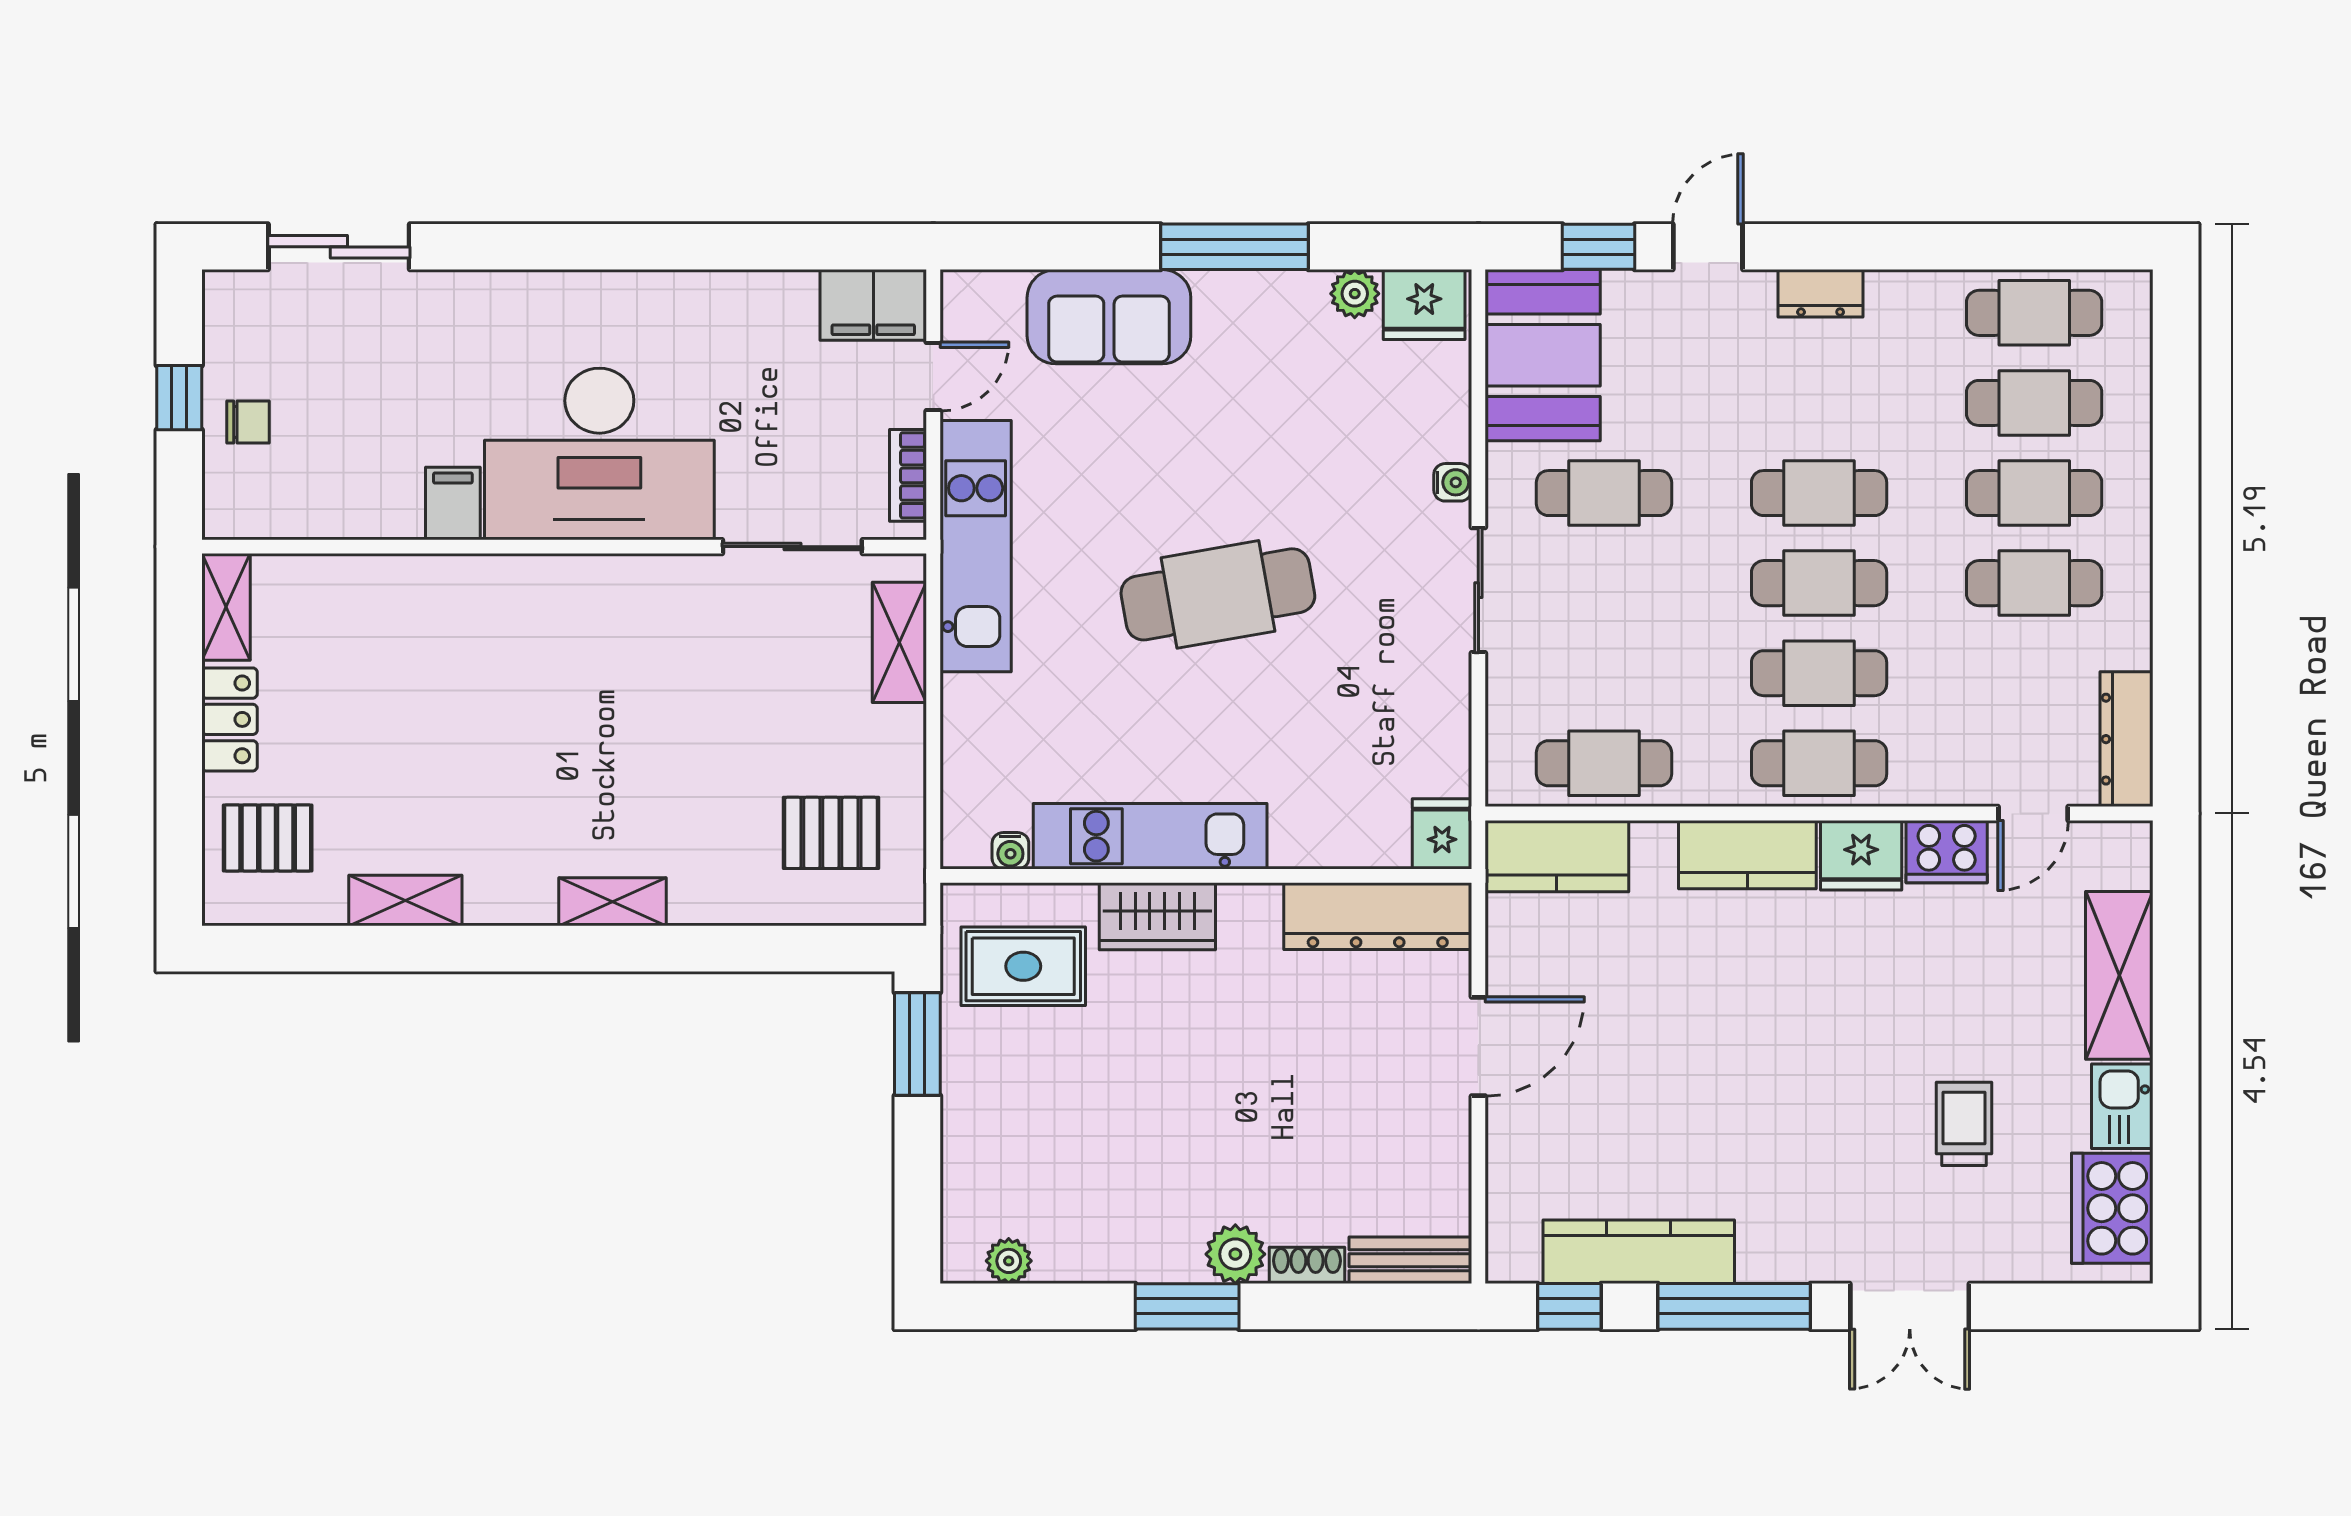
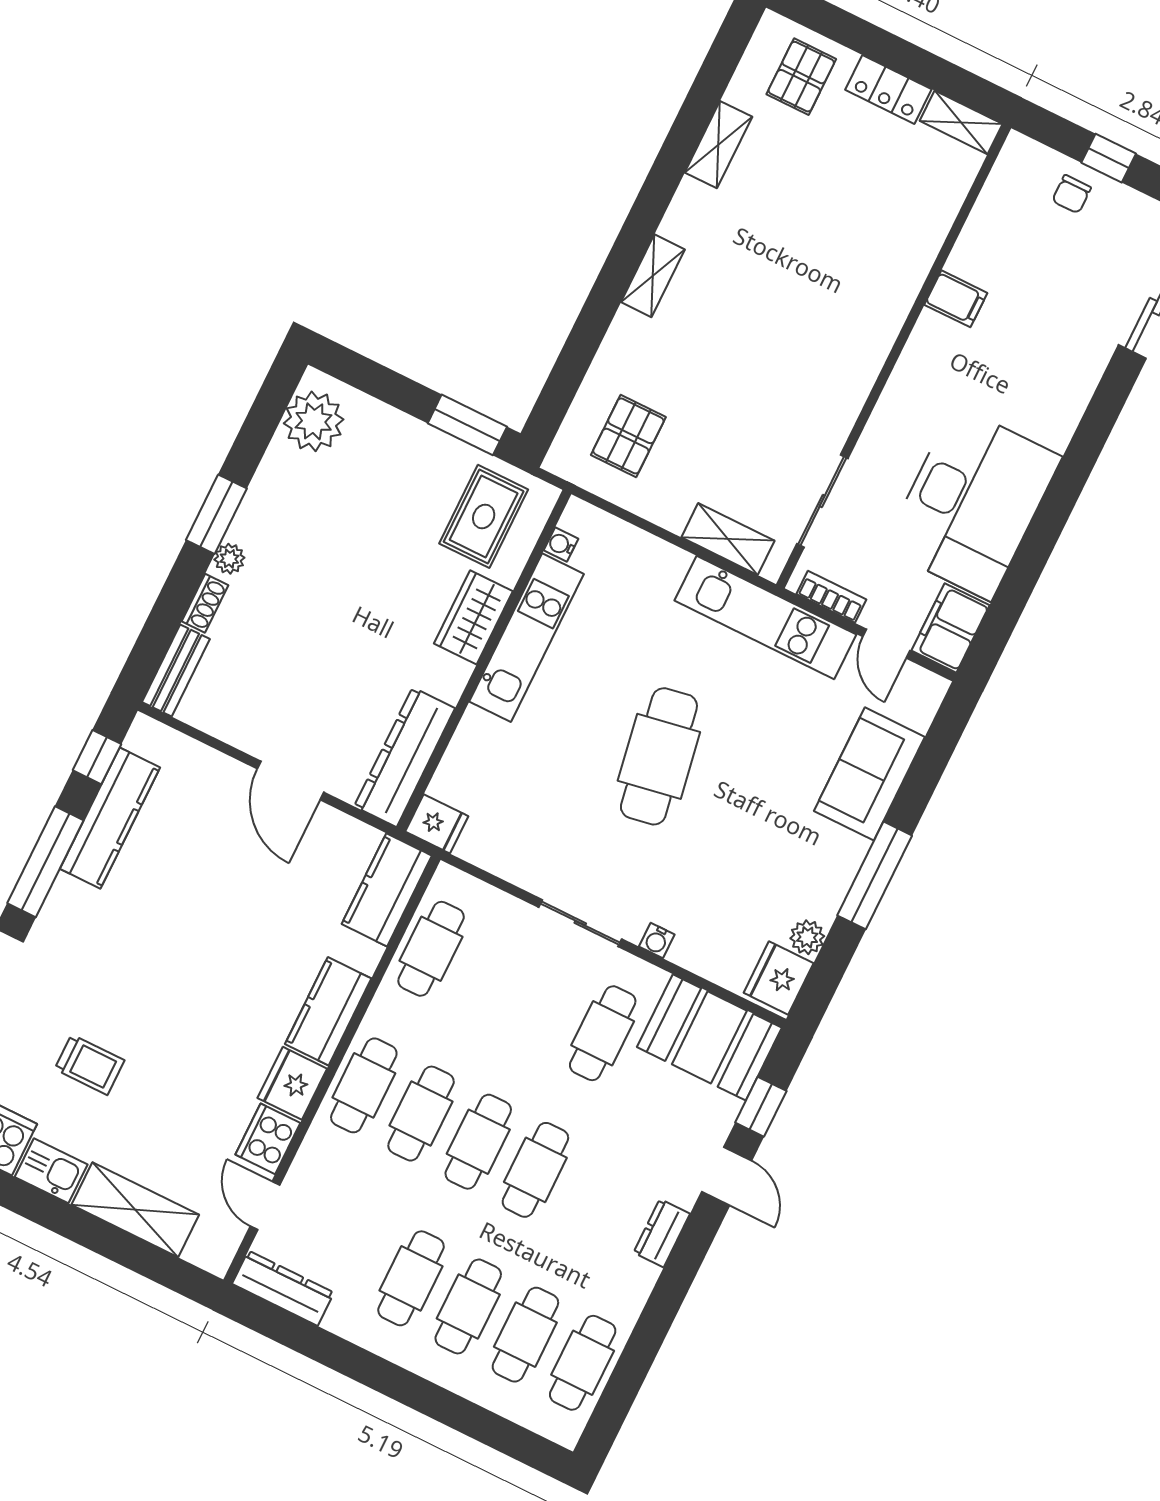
desk: (599, 454) -> (972, 503), moved, turned 180
plant: (1235, 1254) -> (229, 559), width x0.73, depth x0.73
plant: (1009, 1261) -> (314, 421), width x1.88, depth x1.88

